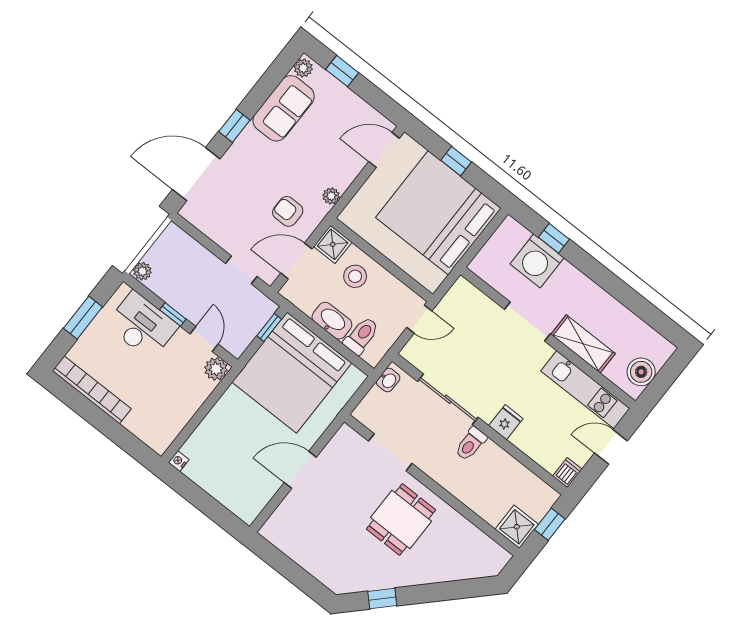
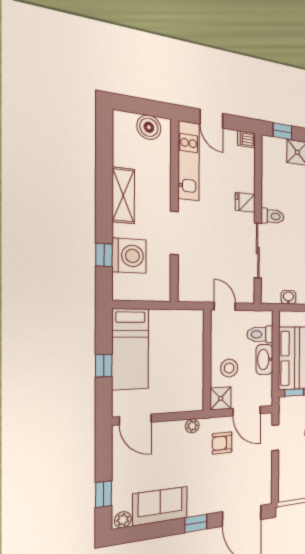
armchair: (288, 211) -> (222, 443), turned 90
bed: (438, 213) -> (130, 349), width x0.49
shelving: (583, 344) -> (123, 195), moved
washbasin: (388, 380) -> (288, 297), moved

